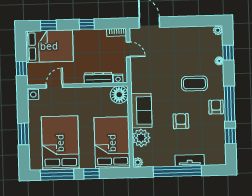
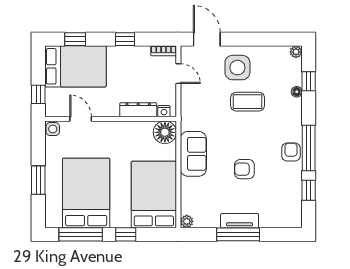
side table: (173, 44) -> (237, 68), added
coffee table: (194, 84) -> (248, 102), moved
door: (54, 86) -> (81, 119), hinge flipped
armchair: (181, 121) -> (244, 169), turned -90
plant: (141, 138) -> (192, 189), removed
tv unit: (190, 160) -> (240, 221), moved
window: (177, 171) -> (238, 234), width x0.68

